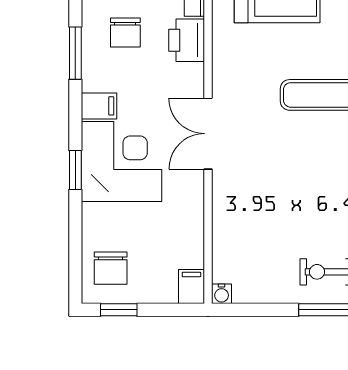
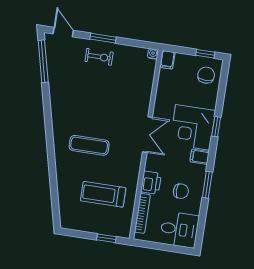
chair: (125, 33) -> (181, 191), turned 90

